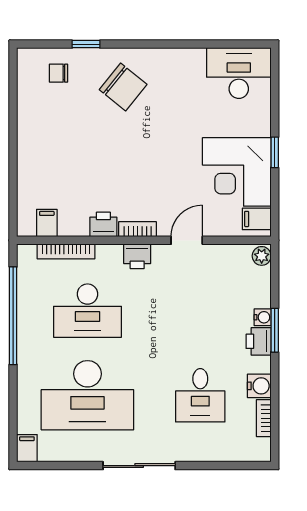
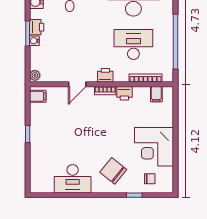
desk: (239, 73) -> (73, 179), moved
corner desk: (237, 172) -> (154, 147), moved, turned 180

